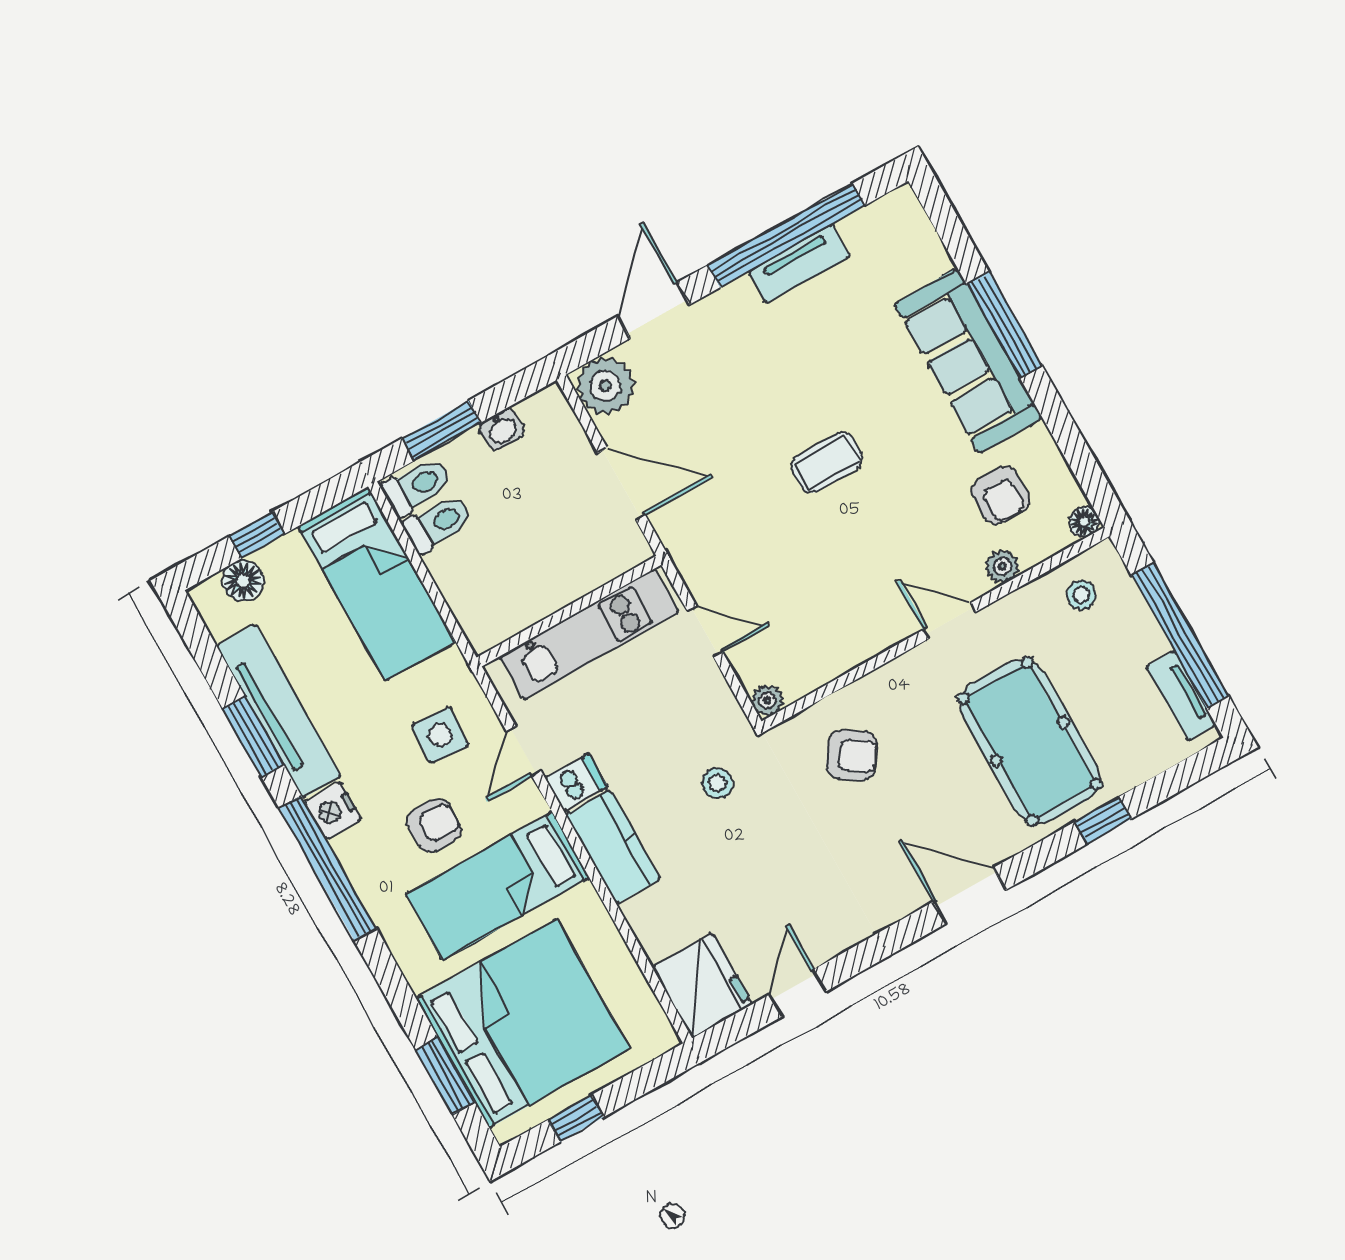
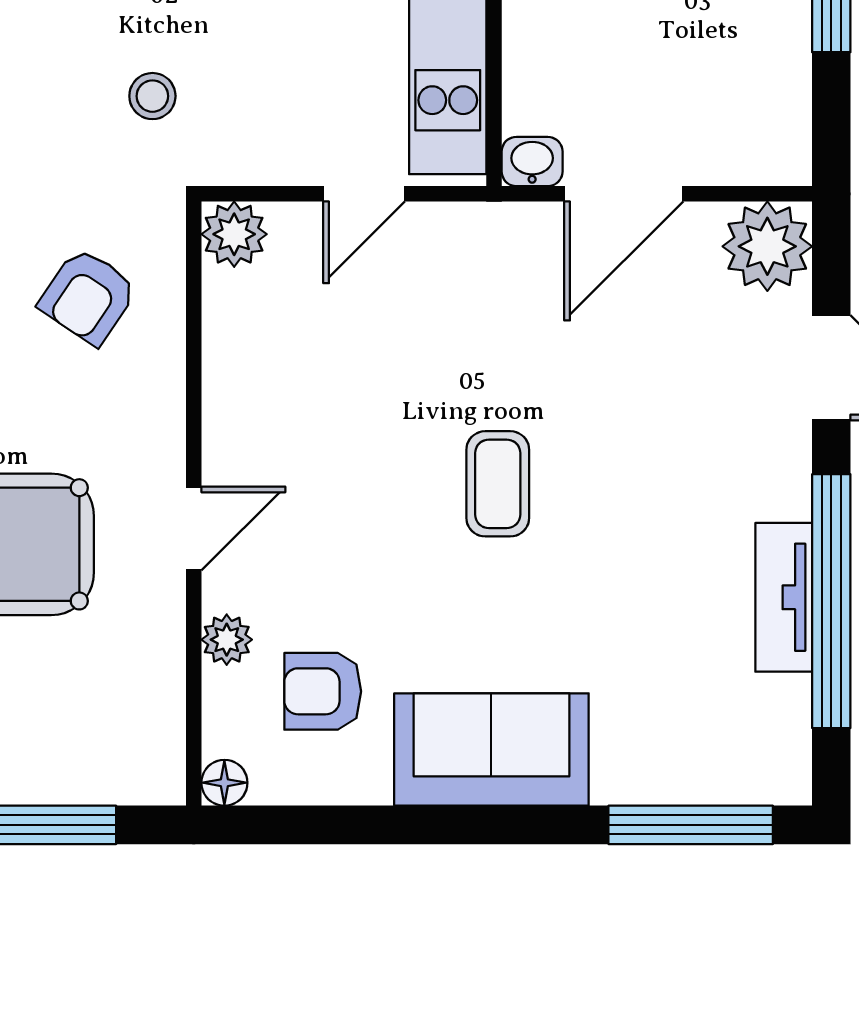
window: (1005, 325) -> (691, 825), moved
sofa: (968, 361) -> (491, 749), width x0.73
washbasin: (502, 429) -> (532, 162), moved, turned 90
stool: (1081, 595) -> (129, 724), removed
plant: (767, 700) -> (234, 234), width x1.38, depth x1.38

